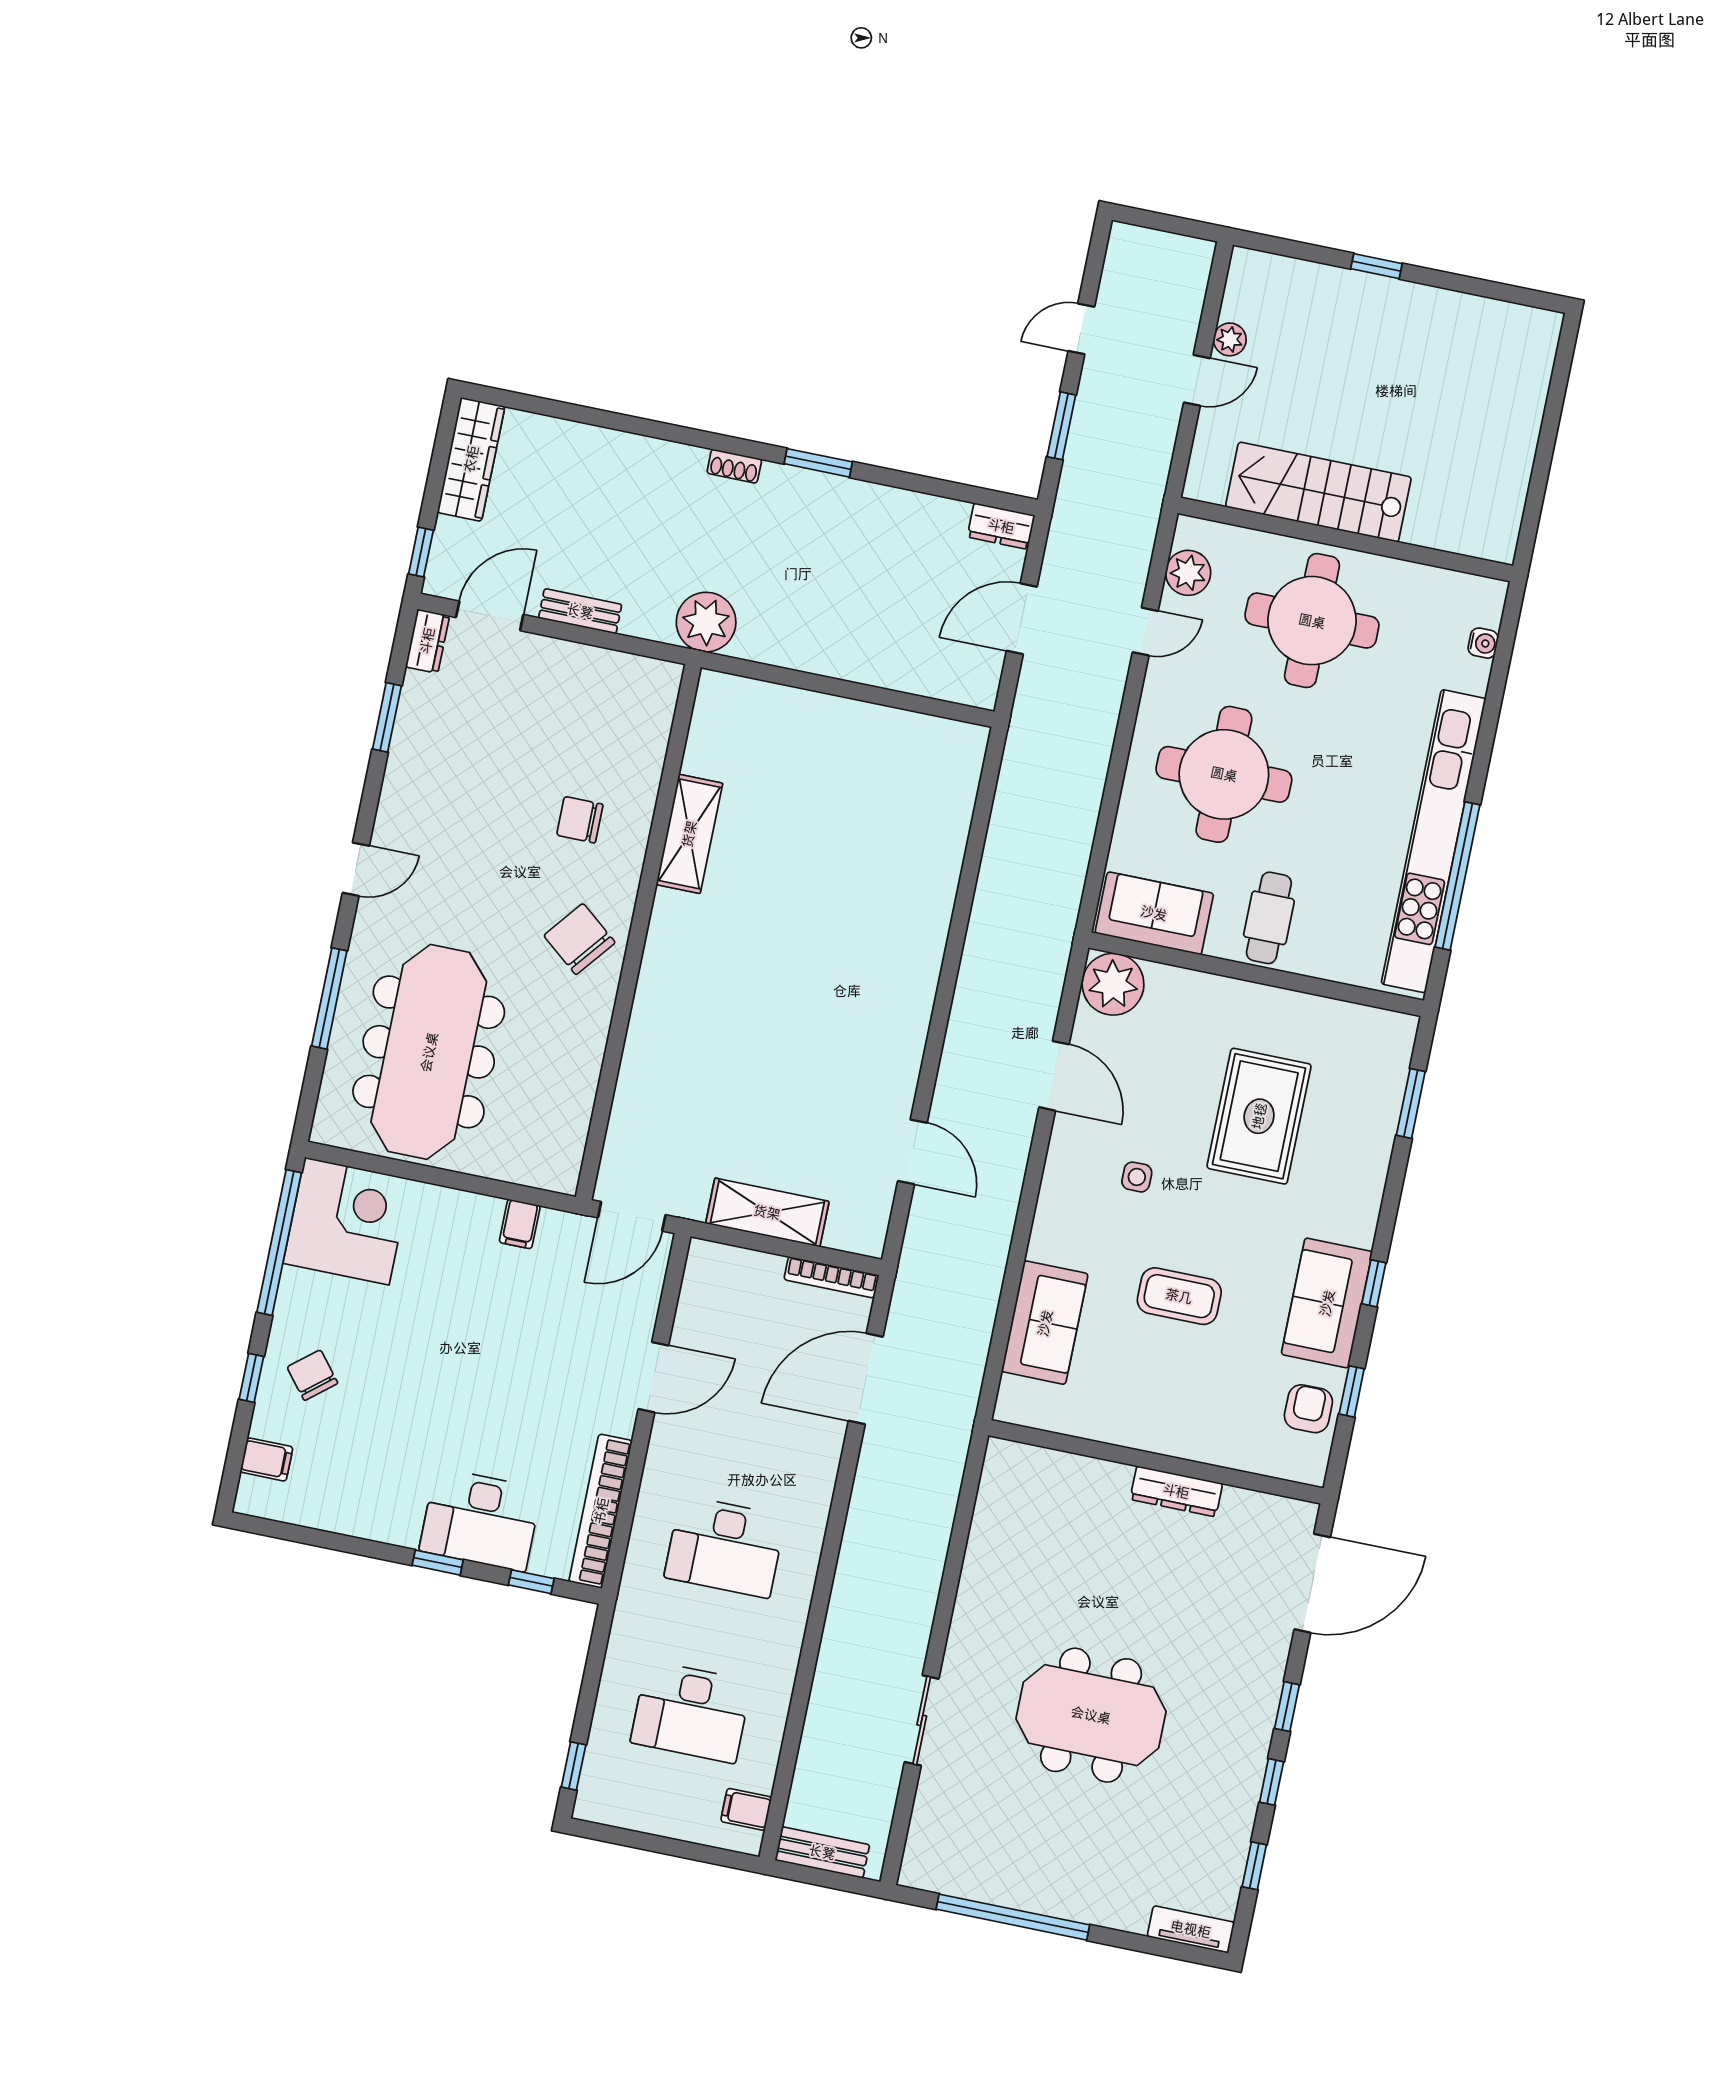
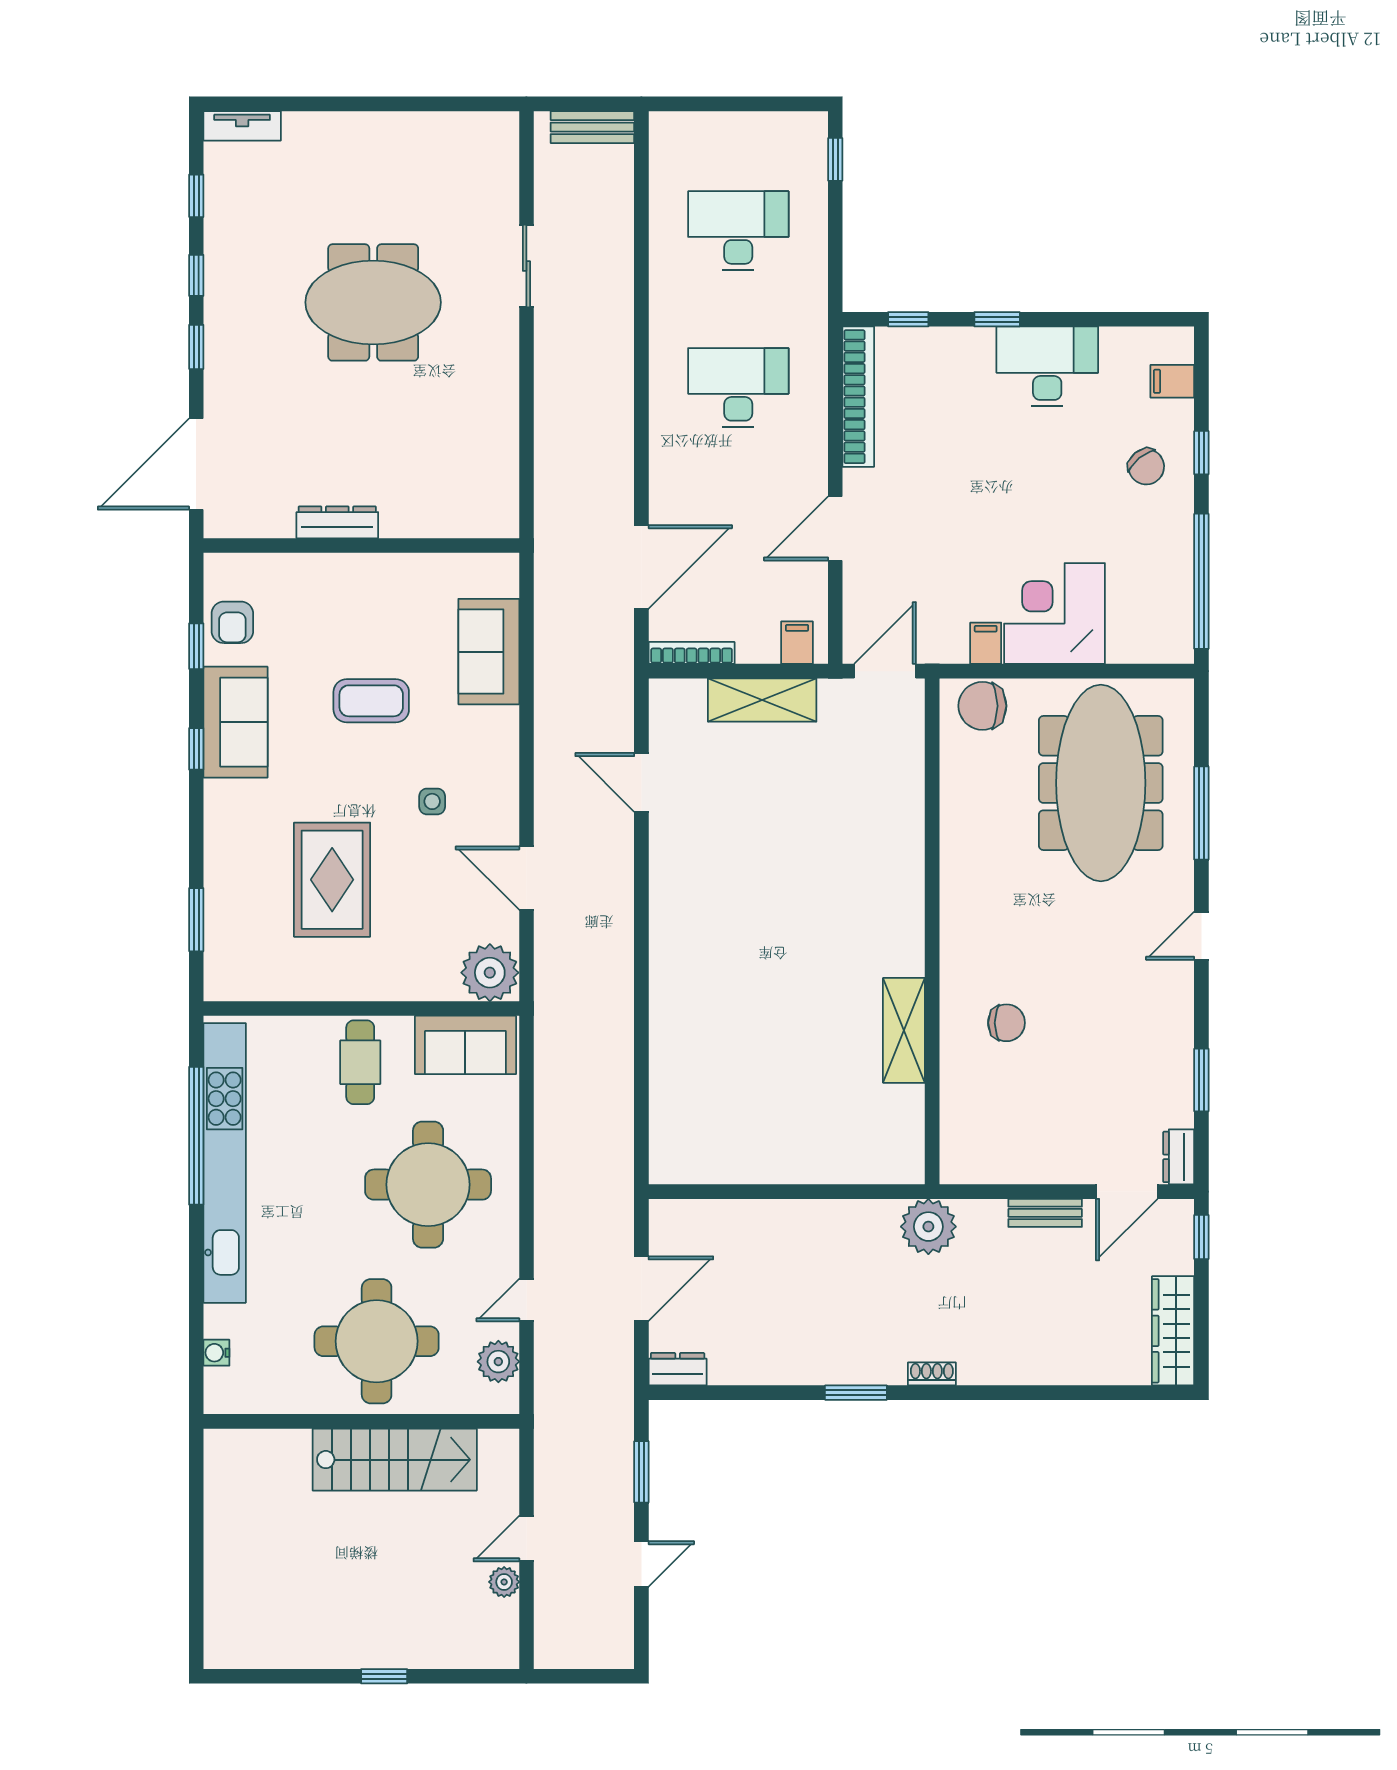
chair: (579, 939) -> (982, 706), moved, turned 141
corner desk: (347, 1221) -> (1055, 613), moved, turned 90
desk: (481, 1520) -> (1047, 366), moved
filing cabinet: (746, 1809) -> (797, 643), moved, turned -90
window: (1013, 1917) -> (407, 104), removed

